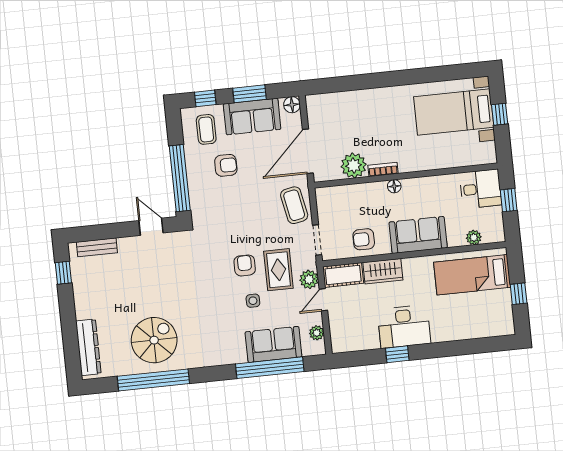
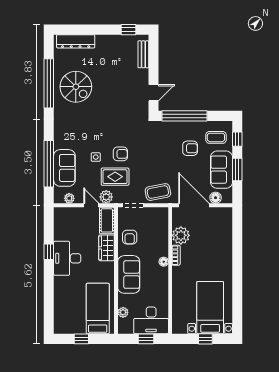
floor lamp: (292, 105) -> (216, 198), moved
armchair: (226, 165) -> (190, 148), turned -90
desk: (480, 189) -> (151, 320), width x1.37
armchair: (364, 239) -> (130, 237), turned 180

